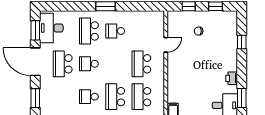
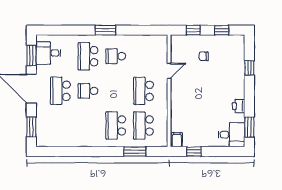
desk: (51, 28) -> (48, 53), width x0.73
school desk: (89, 97) -> (88, 125), removed

